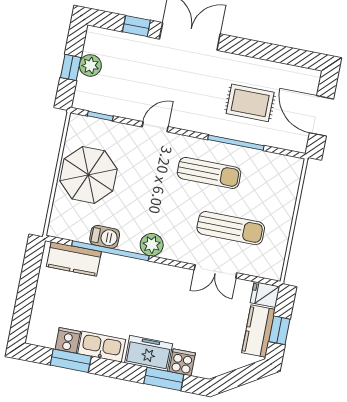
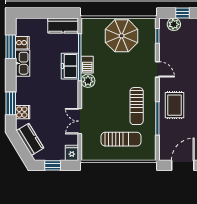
plant: (90, 65) -> (174, 24), moved
rug: (250, 103) -> (175, 105), moved
sun lounger: (231, 228) -> (121, 139), moved, turned -90
barbecue: (105, 237) -> (87, 65), moved
kitchen counter: (74, 259) -> (63, 25), moved, turned -90
kitchen counter: (258, 331) -> (30, 139), moved, turned 59
freezer: (149, 353) -> (70, 66), moved, turned 180

